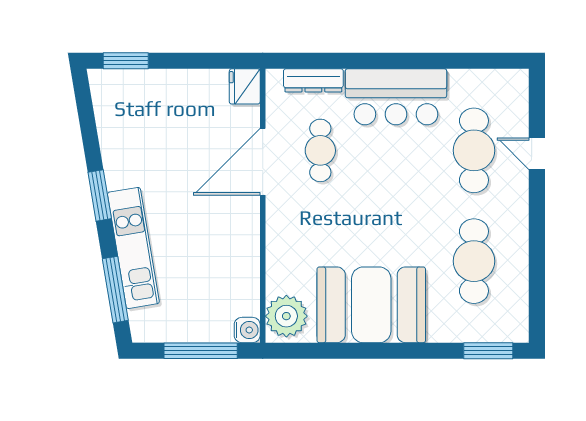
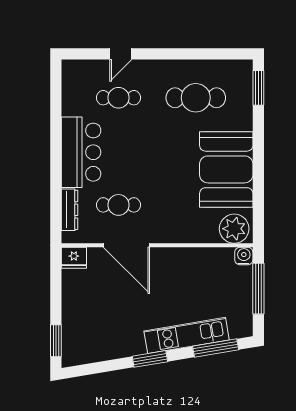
cafe table: (474, 150) -> (118, 98), width x0.73, depth x0.74

